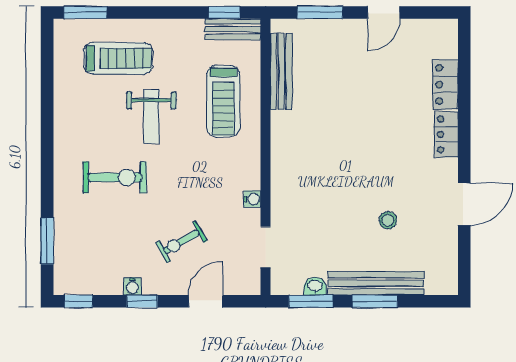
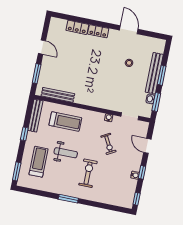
window: (224, 12) -> (24, 134), moved
bench: (233, 29) -> (35, 116), width x1.36
window: (47, 241) -> (68, 199), moved
exercise bike: (181, 242) -> (108, 144), moved

